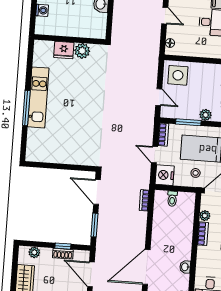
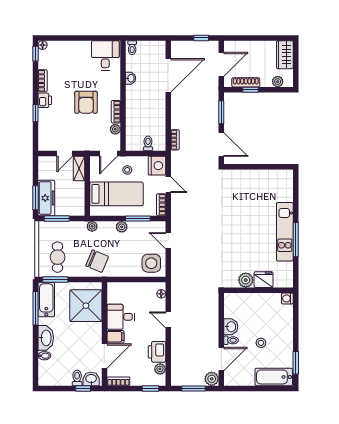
washing machine: (42, 10) -> (287, 299), moved
window: (26, 108) -> (296, 240), moved
shoe rack: (63, 254) -> (246, 82), width x1.43
door: (91, 274) -> (221, 64), hinge flipped

